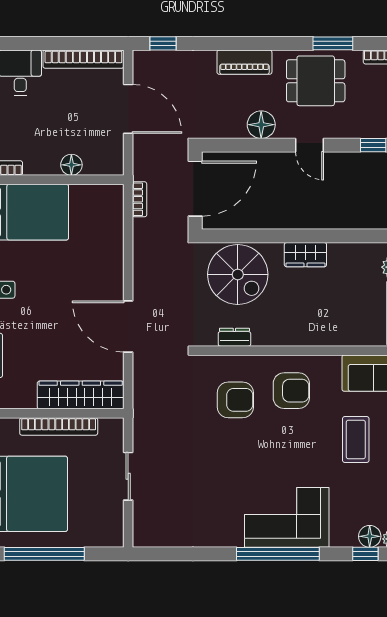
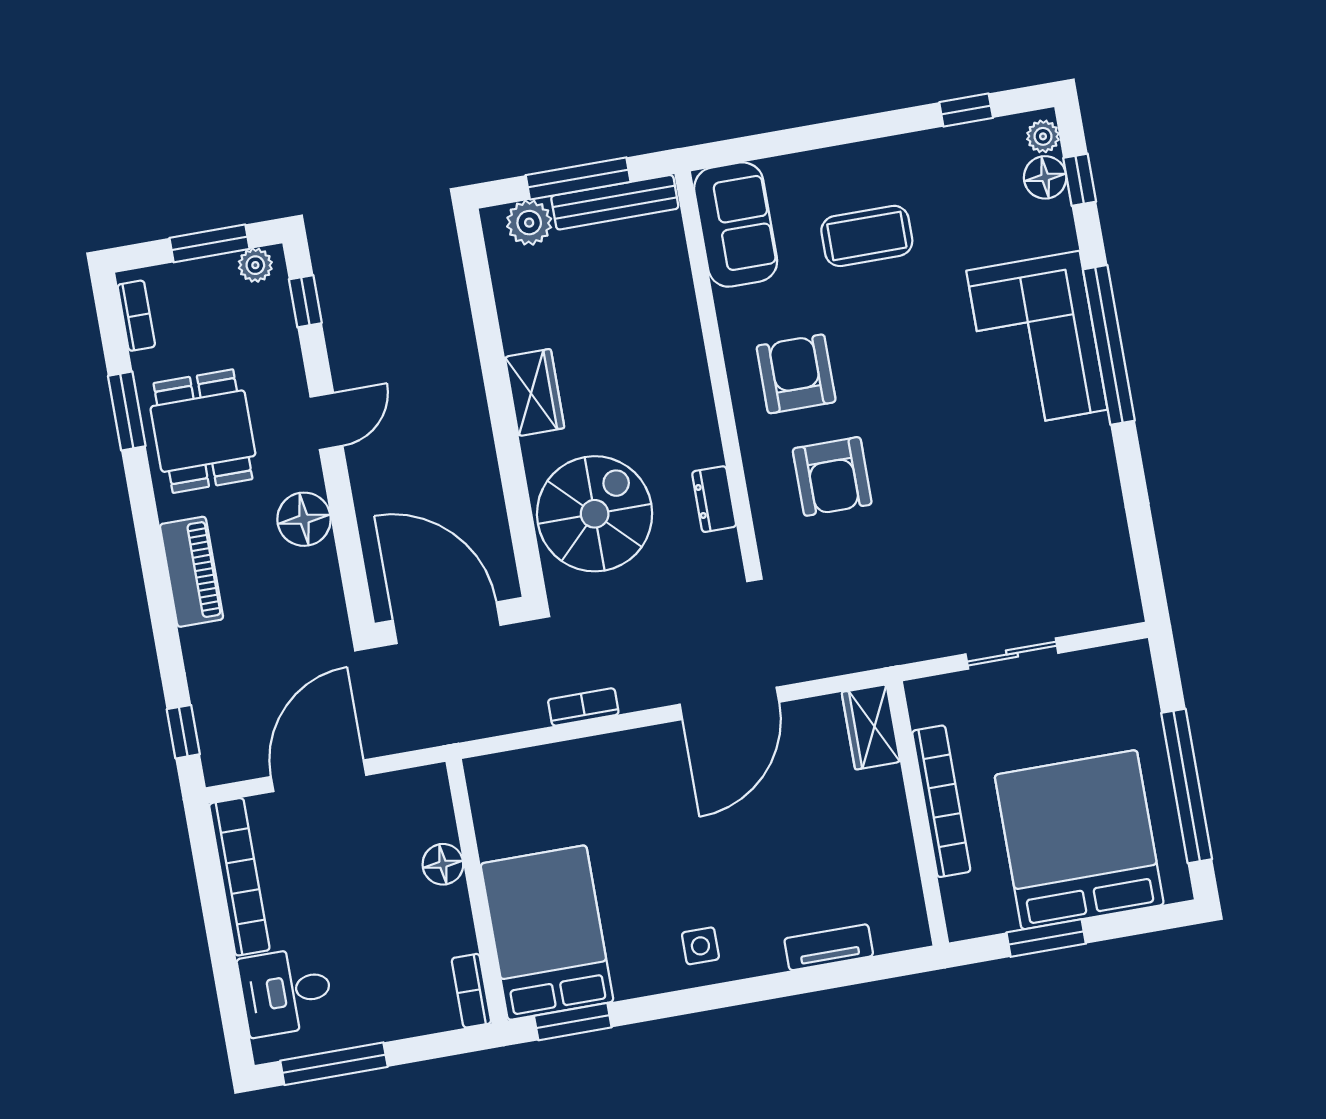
bookcase: (140, 199) -> (583, 707), moved
wardrobe: (81, 395) -> (871, 727), width x0.48, depth x0.85
armchair: (235, 400) -> (832, 476), turned 180

